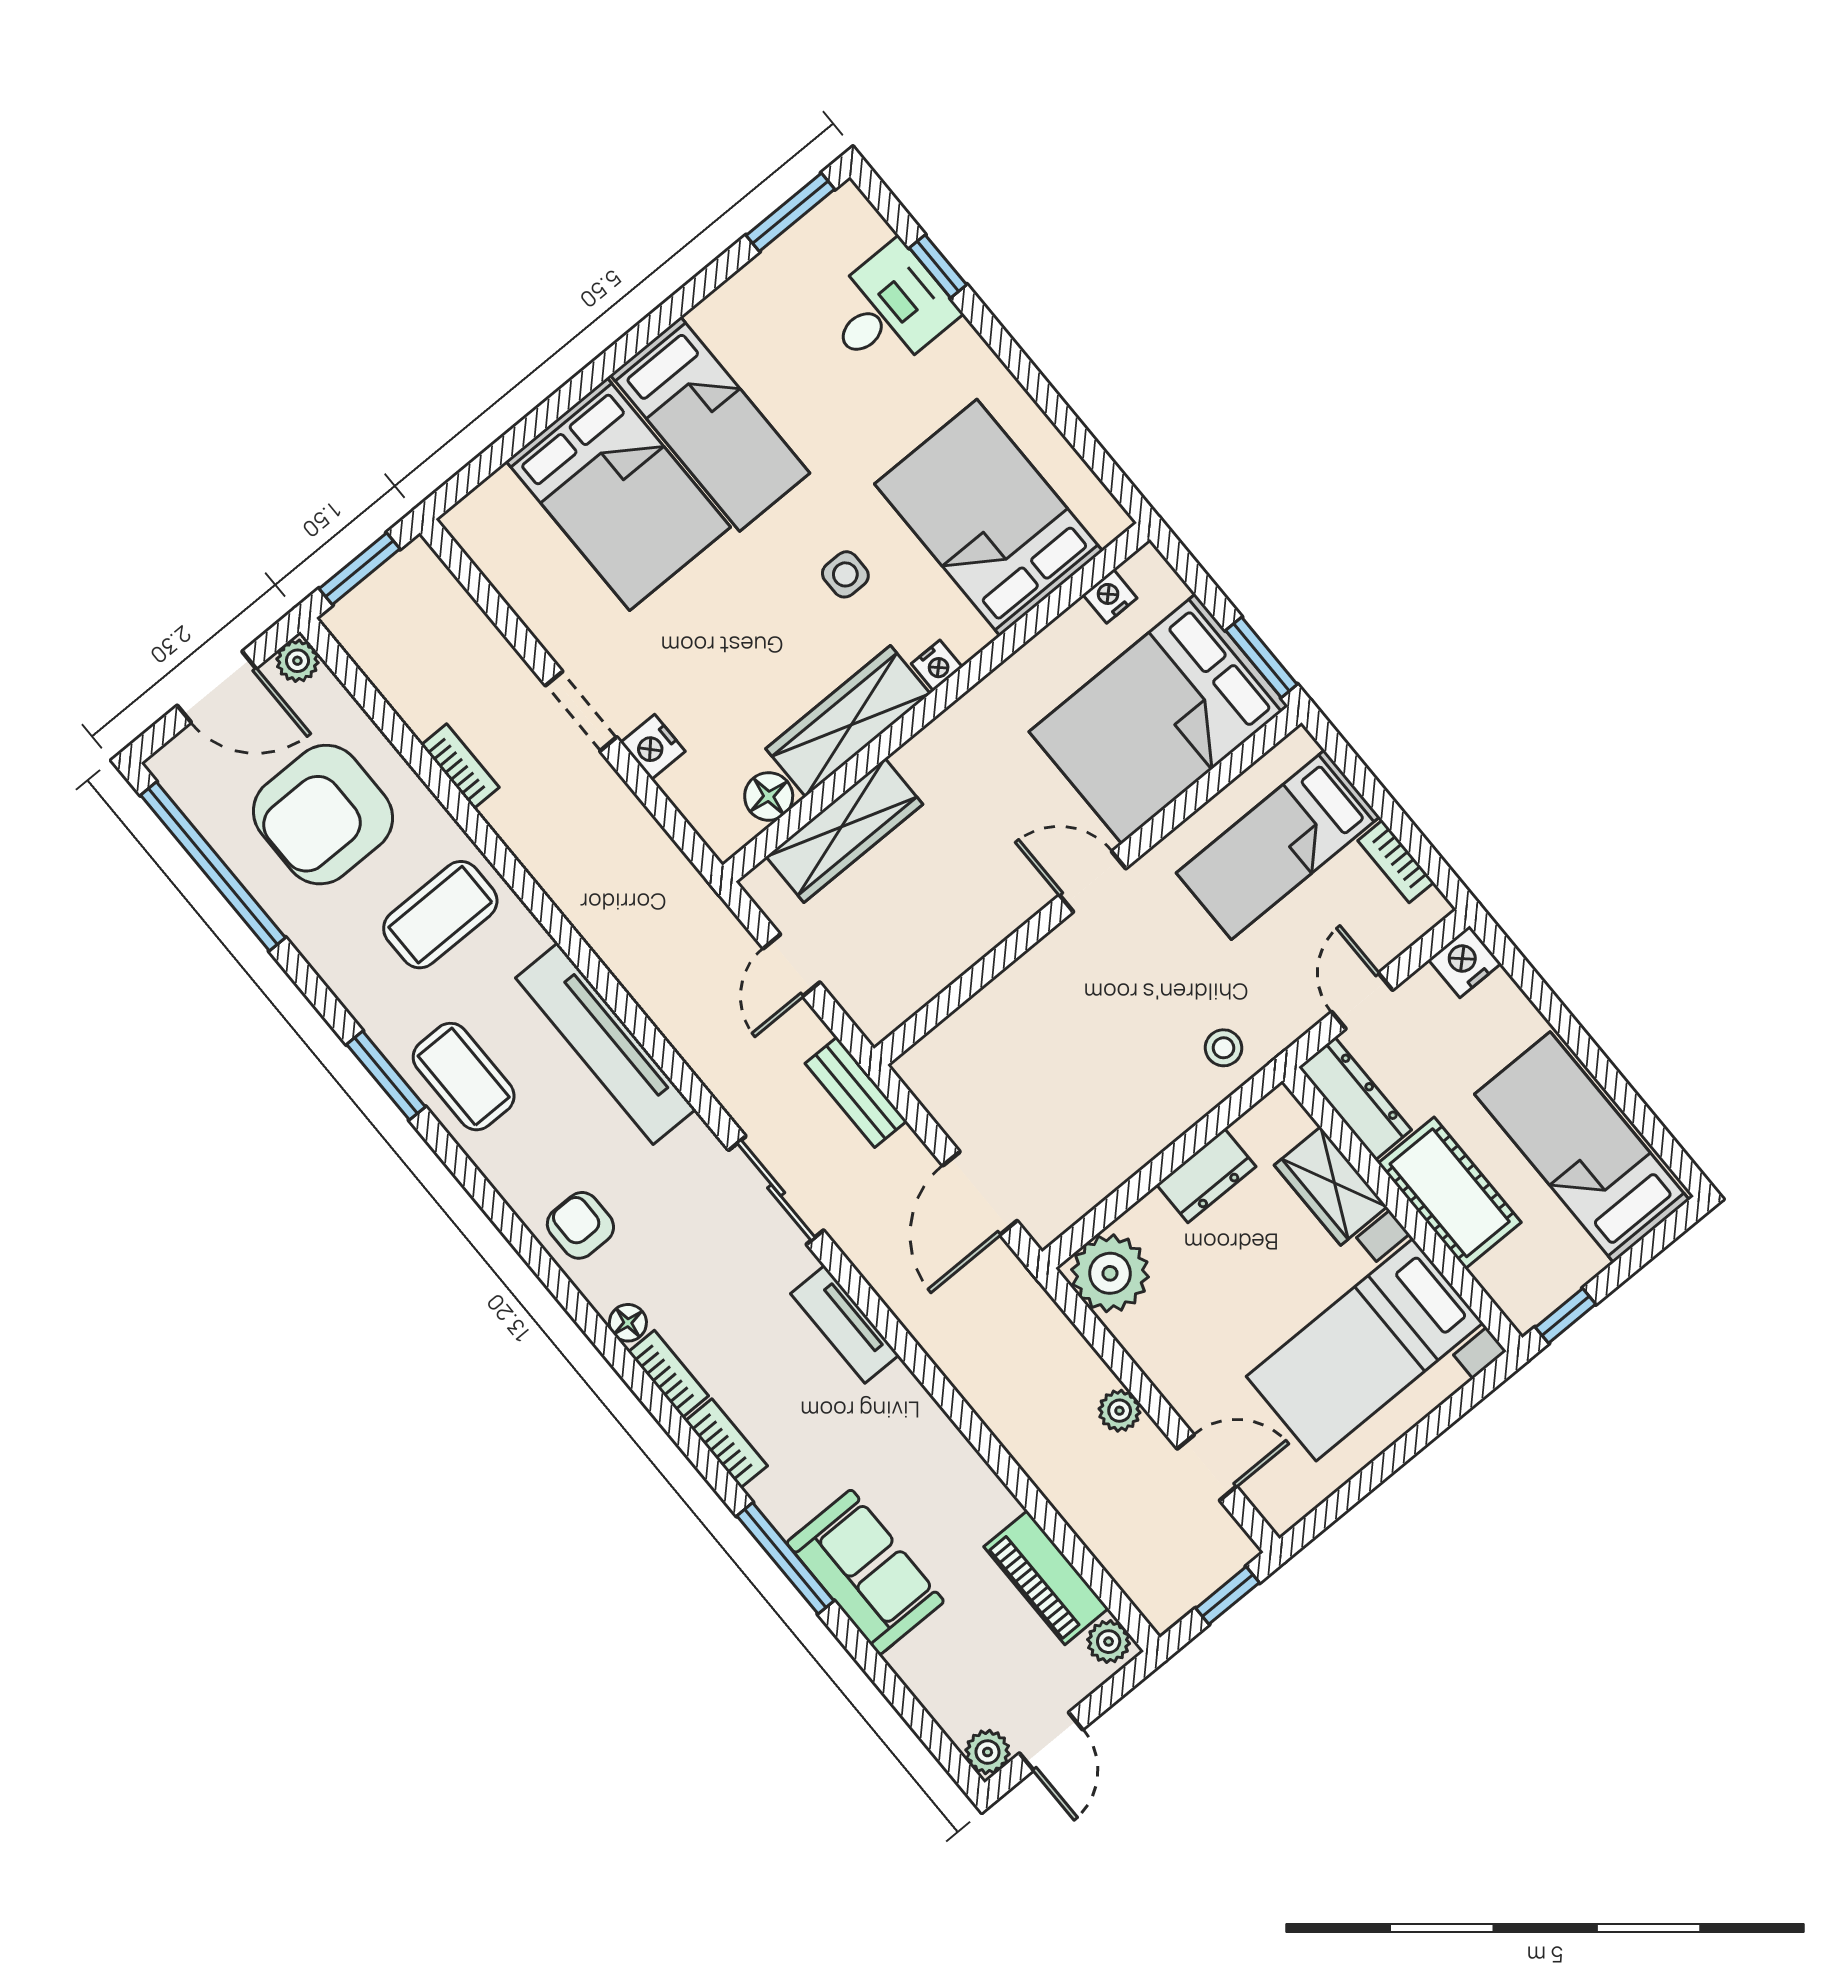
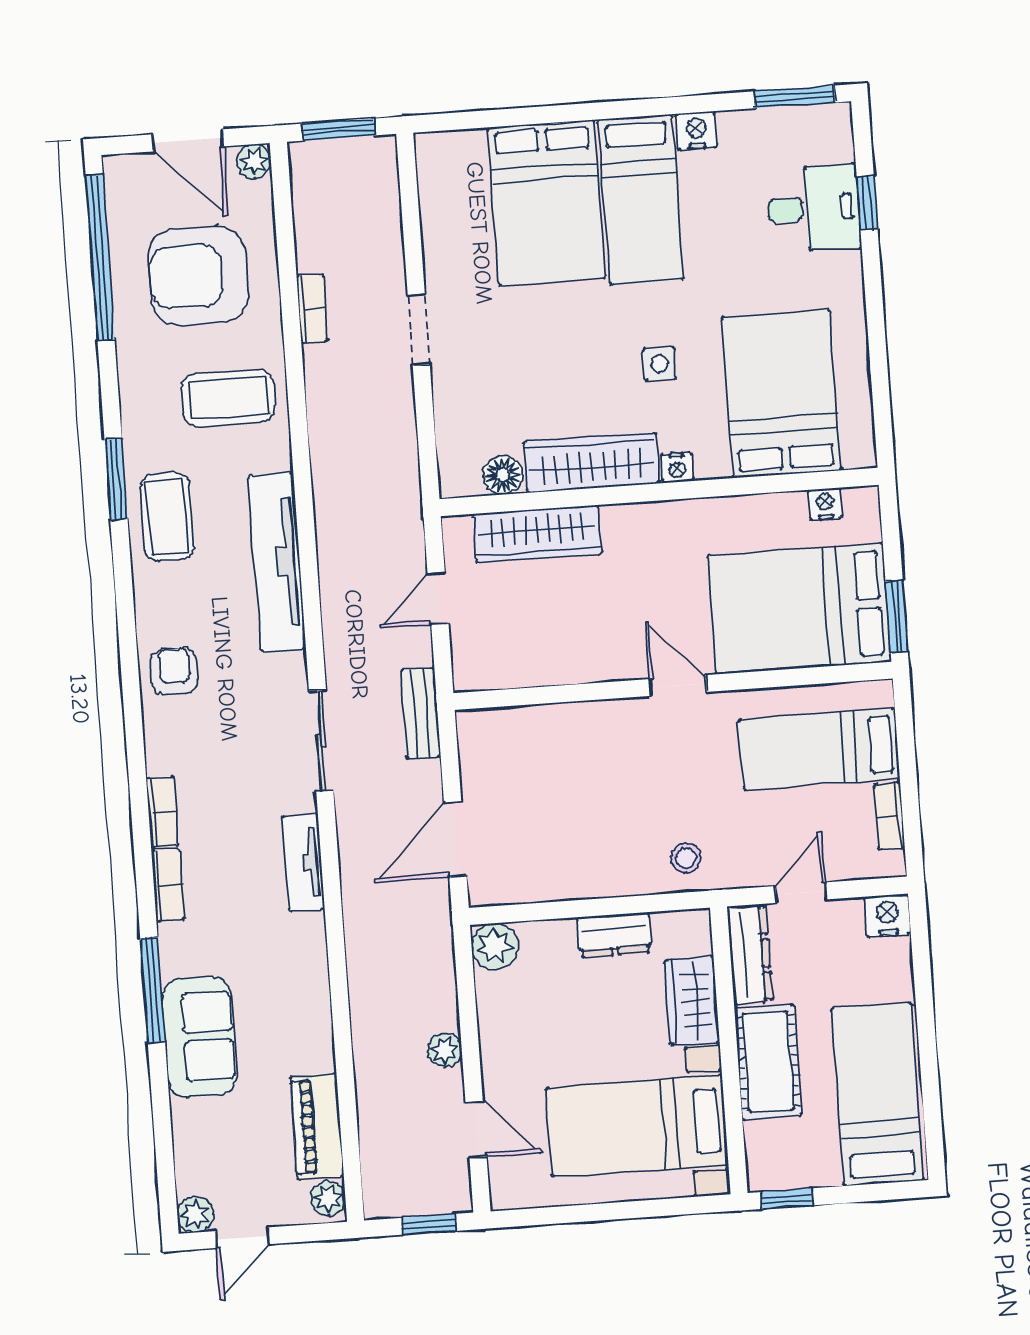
nightstand: (653, 747) -> (696, 131), moved, turned 90
plant: (1110, 1273) -> (495, 946), width x0.73, depth x0.73
floor lamp: (628, 1323) -> (160, 758), removed

